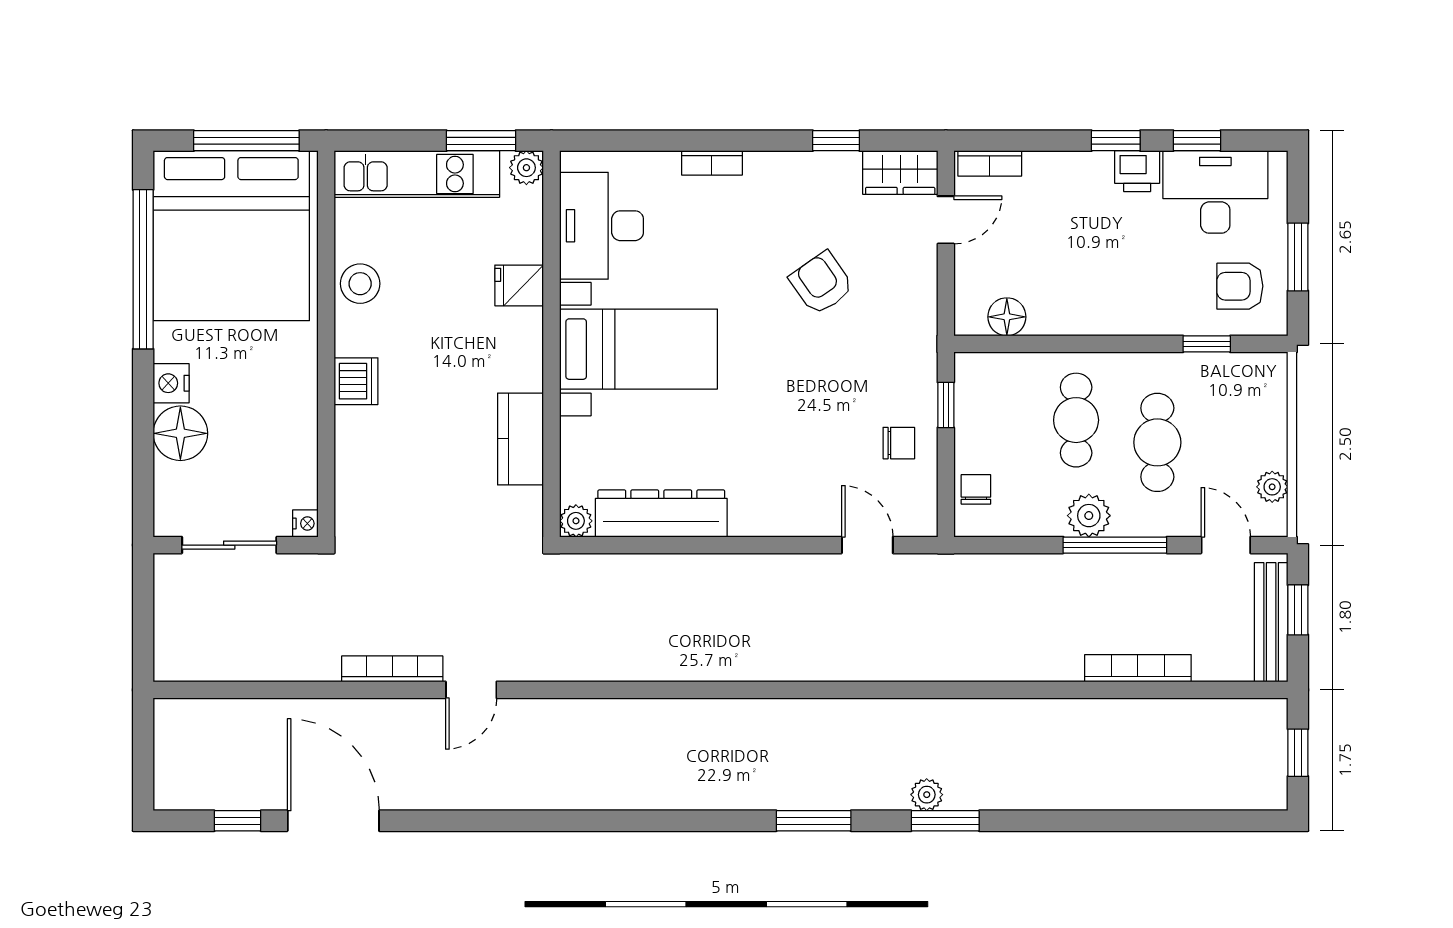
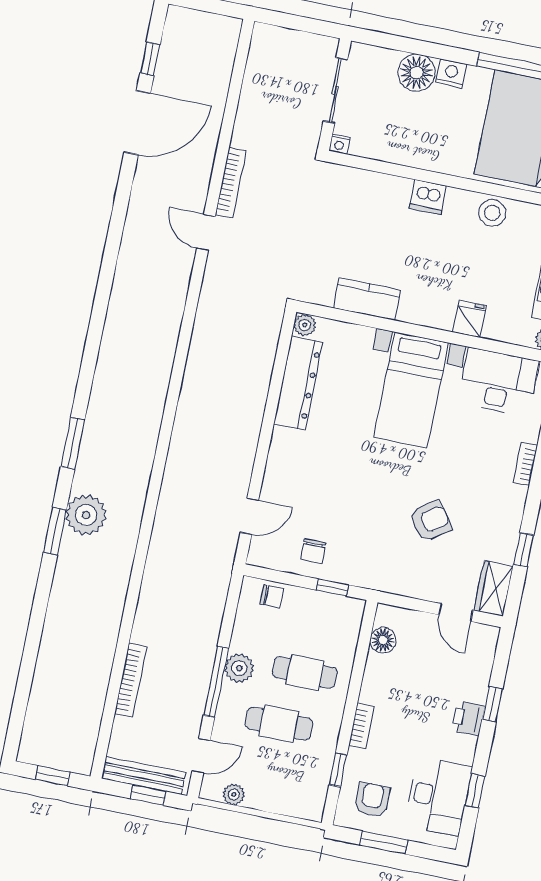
window: (1116, 141) -> (492, 704), moved
bookcase: (990, 163) -> (361, 726), moved, turned 180
printer: (1137, 171) -> (468, 718), moved
plant: (927, 795) -> (86, 515), width x1.88, depth x1.88

